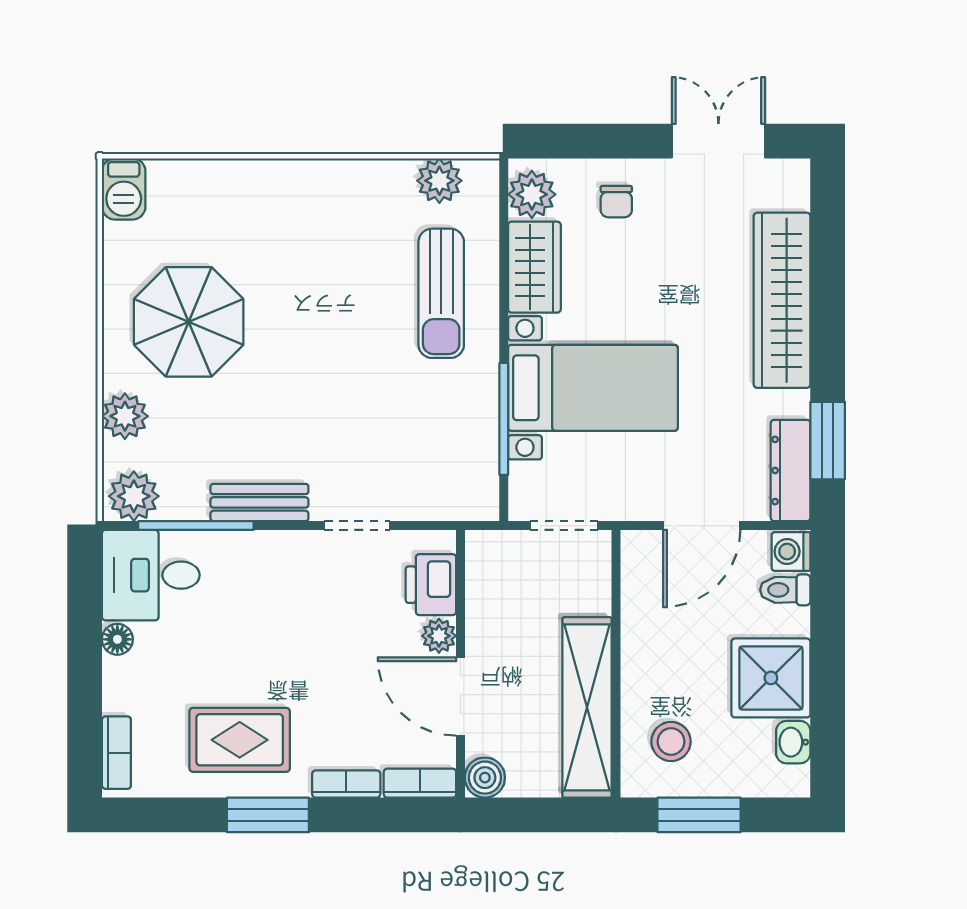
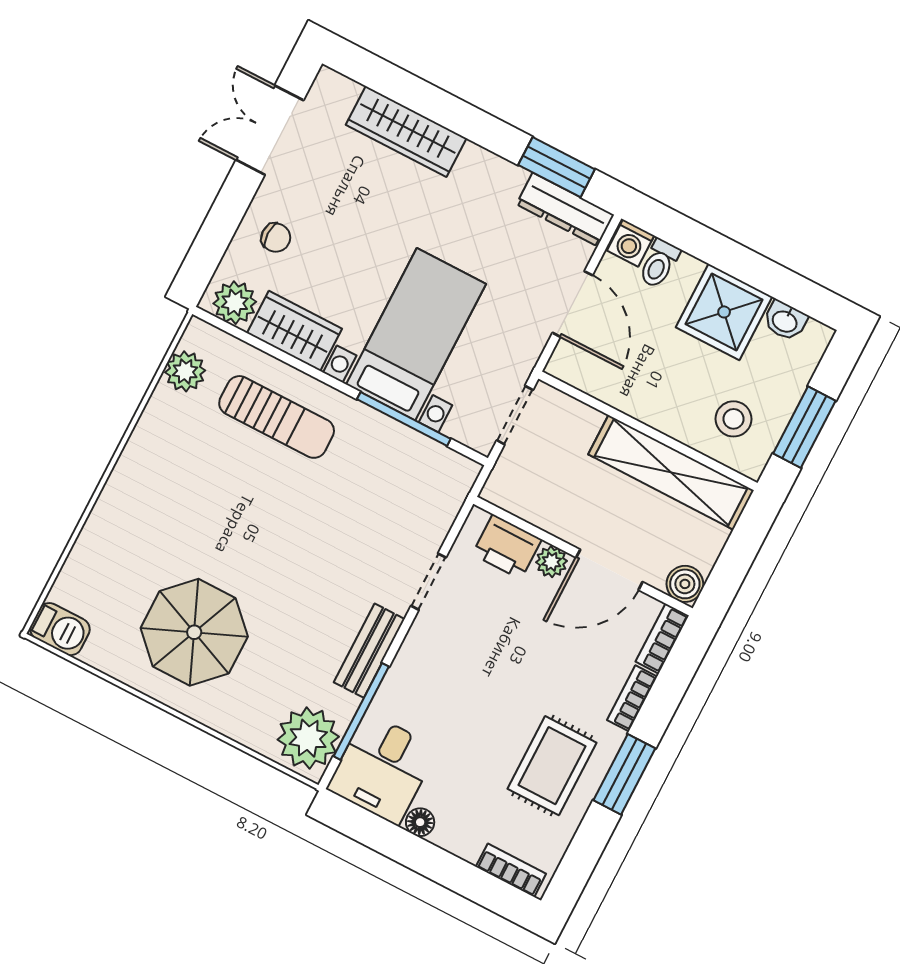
wardrobe: (782, 300) -> (406, 132), width x0.71, depth x0.85
plant: (125, 416) -> (243, 723), removed
plant: (134, 496) -> (308, 738), width x1.36, depth x1.36

